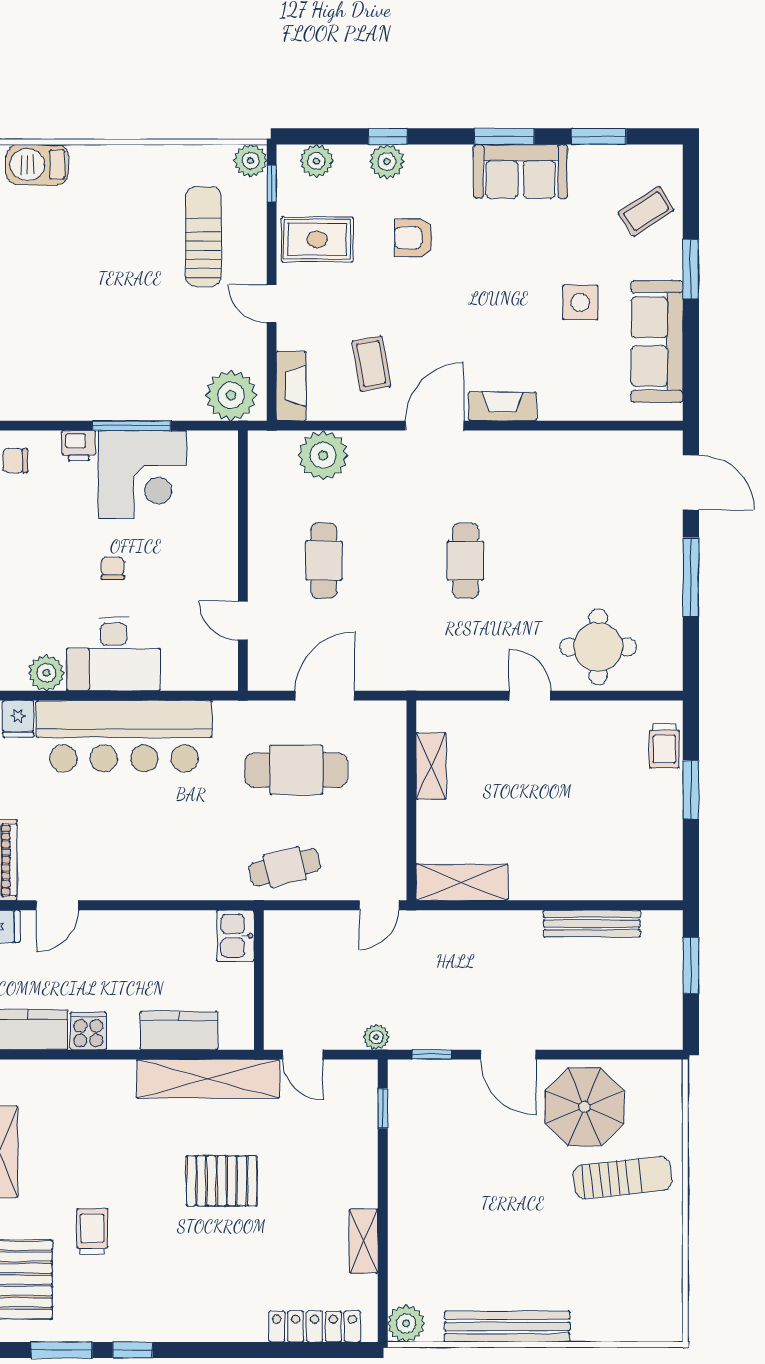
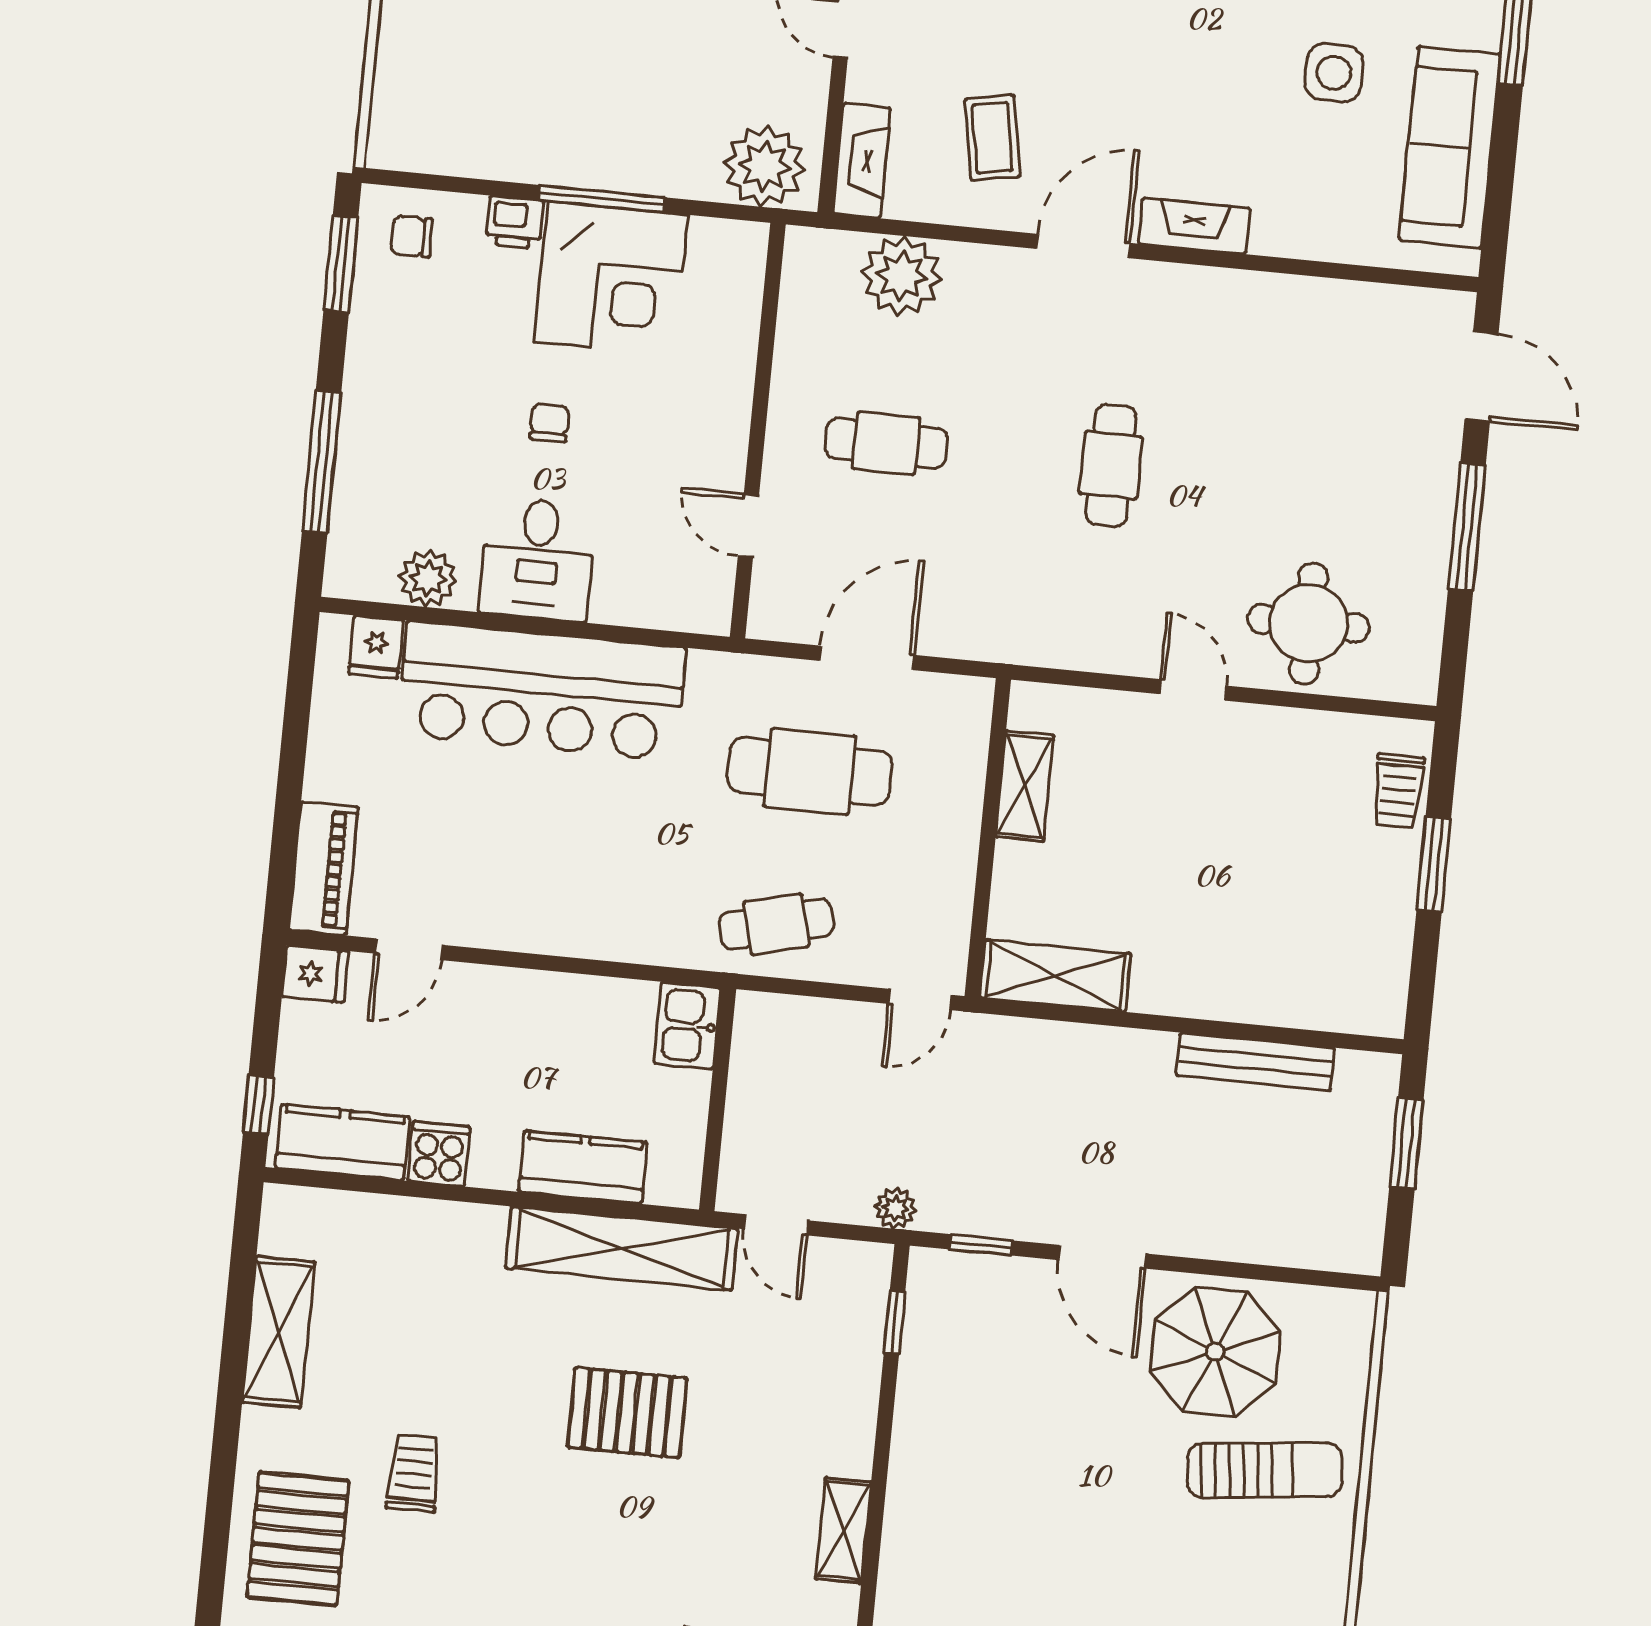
cafe table: (324, 561) -> (886, 443), turned 90
desk: (114, 654) -> (538, 559), width x0.73

